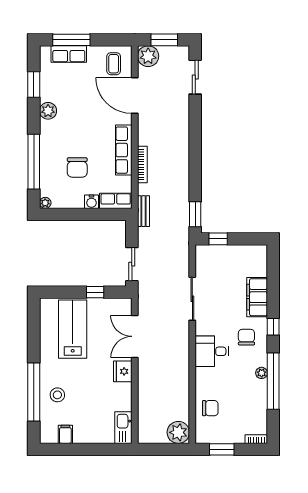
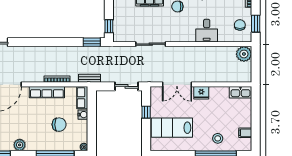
desk: (212, 351) -> (207, 31), moved
chair: (210, 408) -> (240, 25), moved

